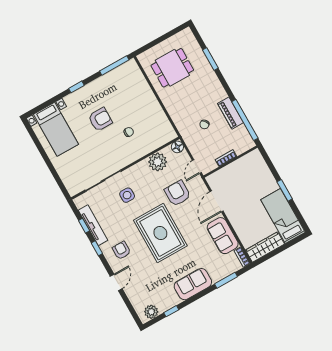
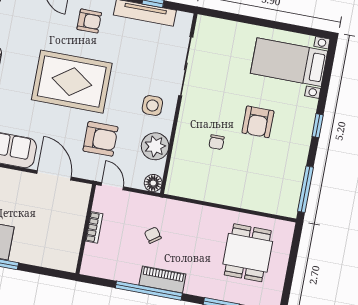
piano: (230, 113) -> (162, 280), moved
window: (245, 120) -> (149, 291), moved
side table: (127, 195) -> (152, 106), moved

